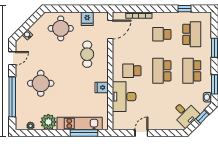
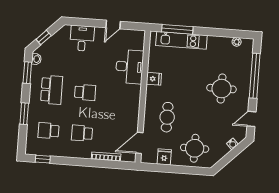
window: (184, 9) -> (43, 159), moved
school desk: (162, 34) -> (82, 133), turned 180
school desk: (192, 34) -> (48, 131), width x0.54
school desk: (132, 71) -> (119, 95), removed
school desk: (162, 71) -> (85, 92), width x0.54
desk: (185, 114) -> (82, 38), moved, turned 45
plant: (48, 122) -> (216, 45), removed

